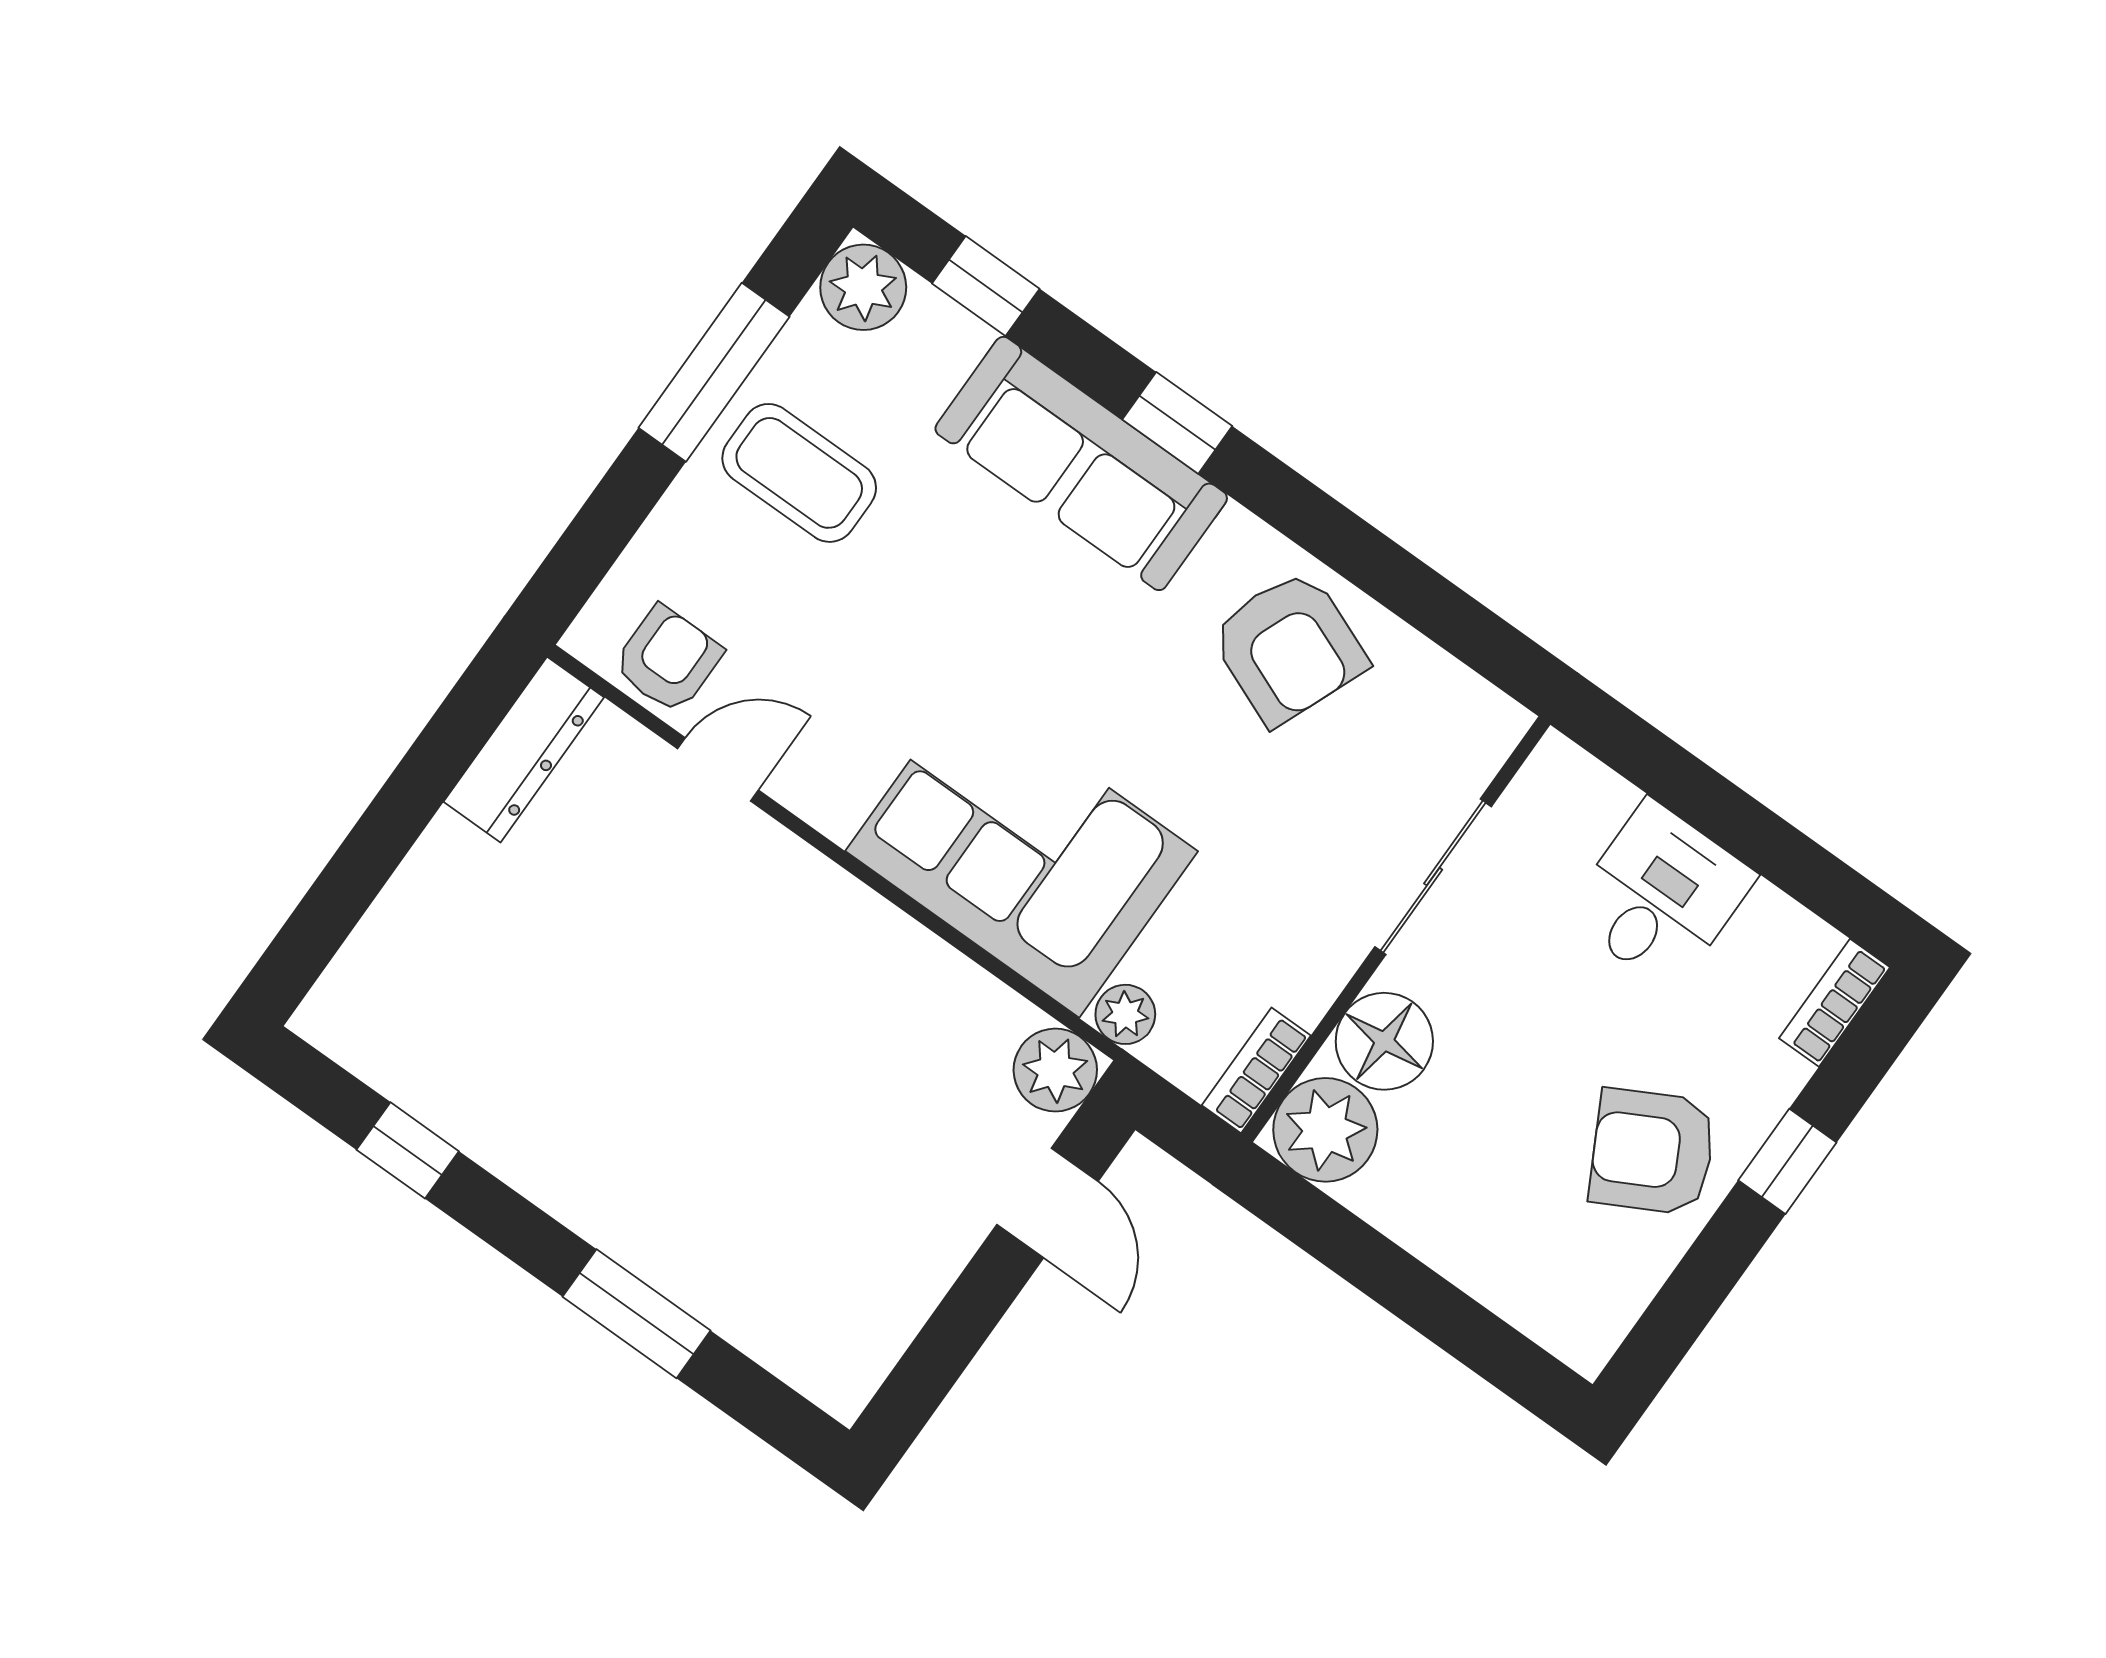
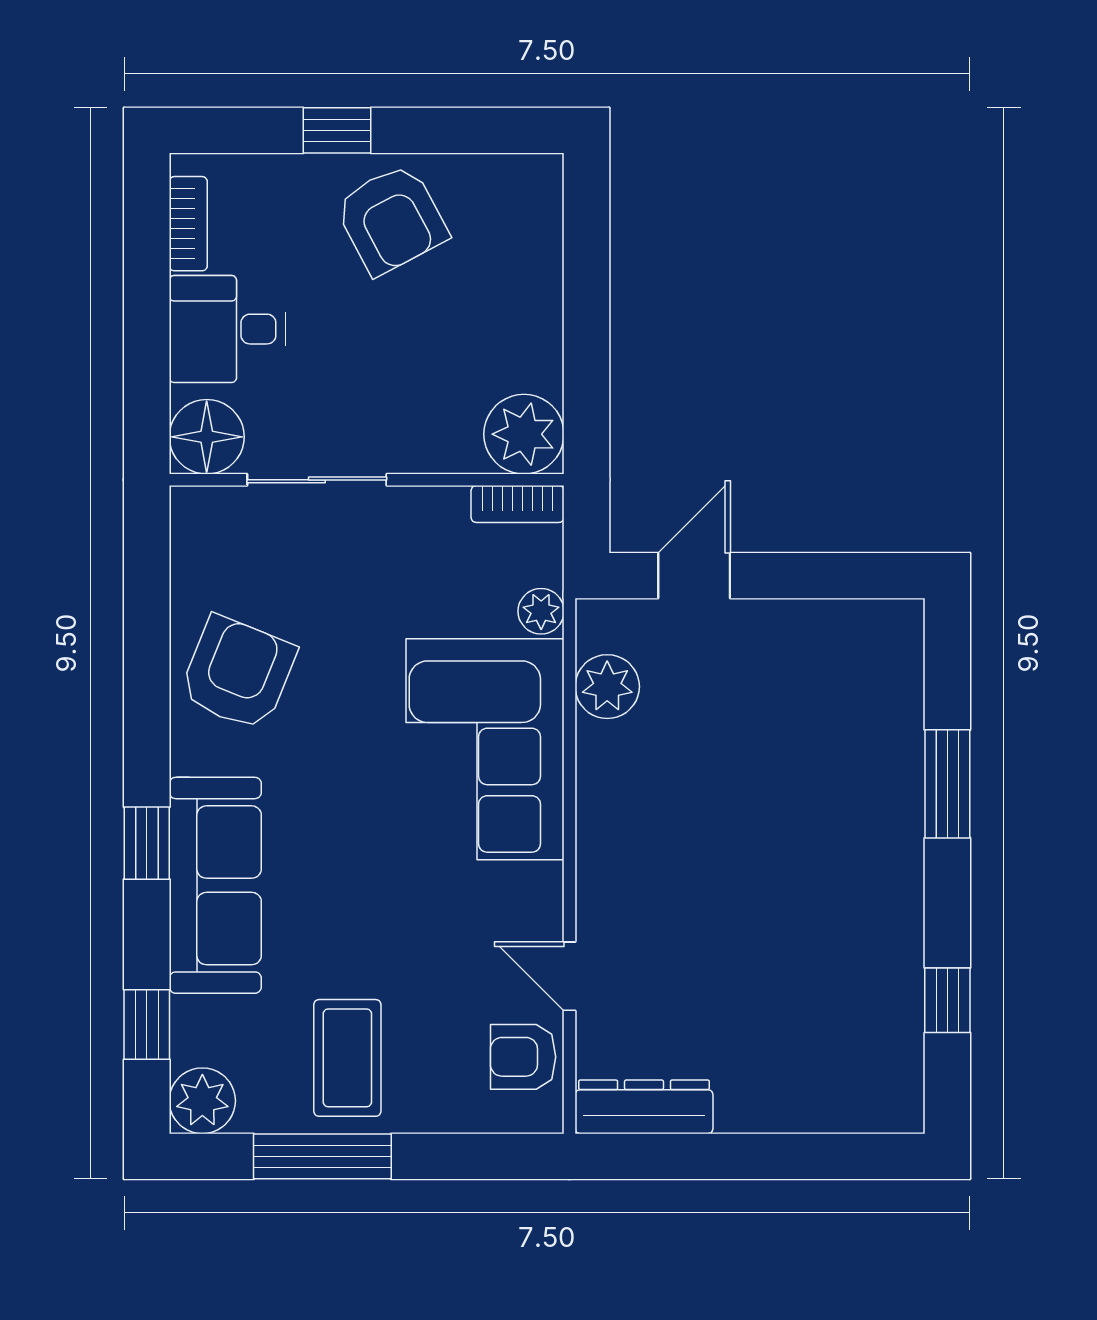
bookcase: (1834, 1003) -> (188, 224), moved, turned -90
floor lamp: (1384, 1041) -> (207, 437), moved
plant: (1055, 1070) -> (607, 687), moved

